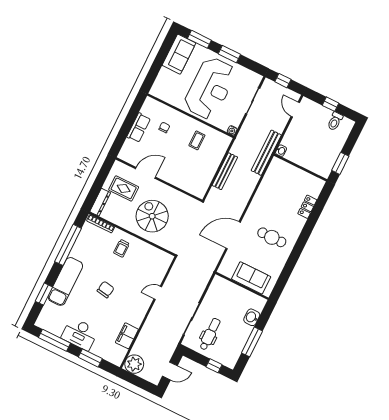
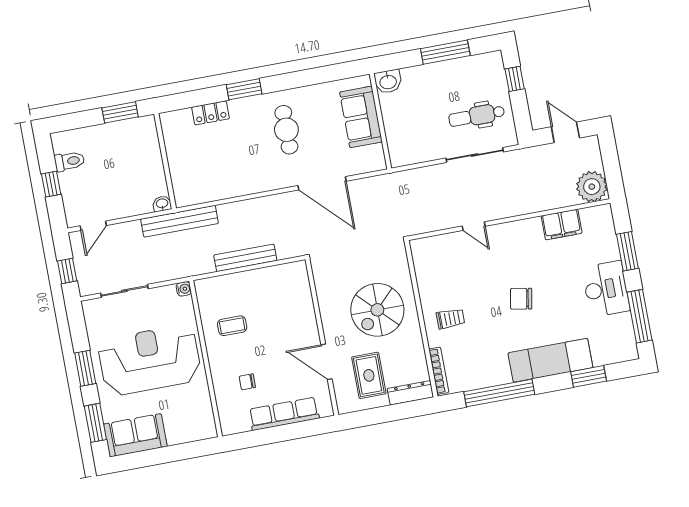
row of seats: (139, 128) -> (284, 414), width x1.48
window: (307, 231) -> (244, 89), added
washbasin: (252, 317) -> (388, 81), moved

